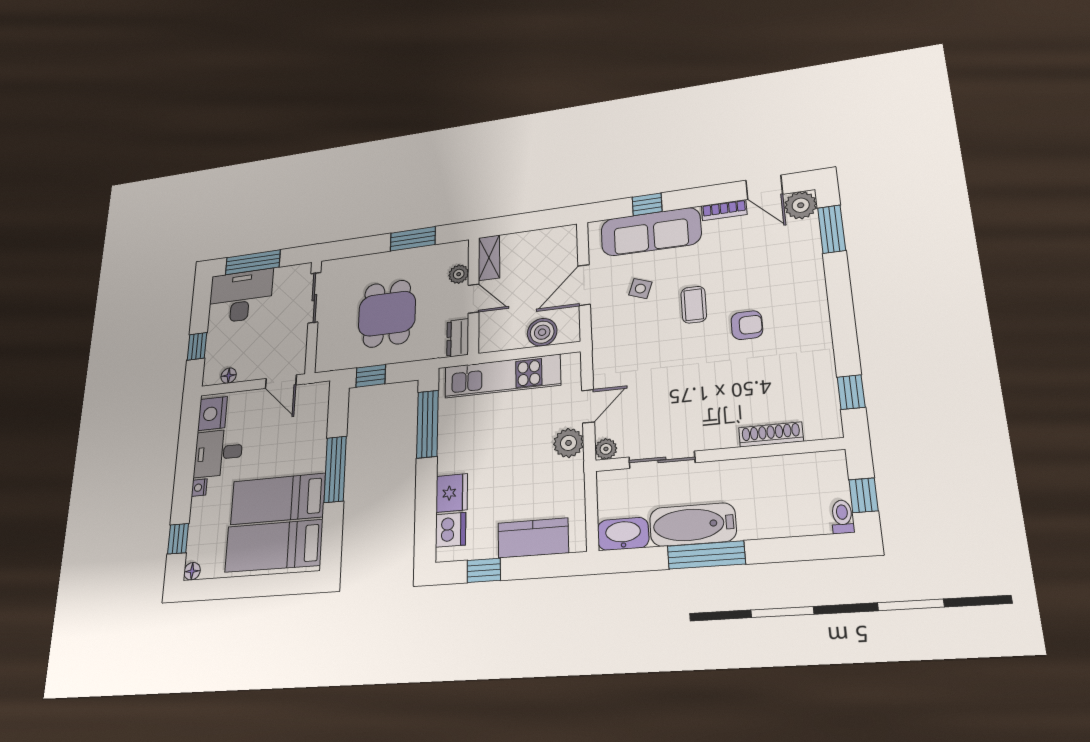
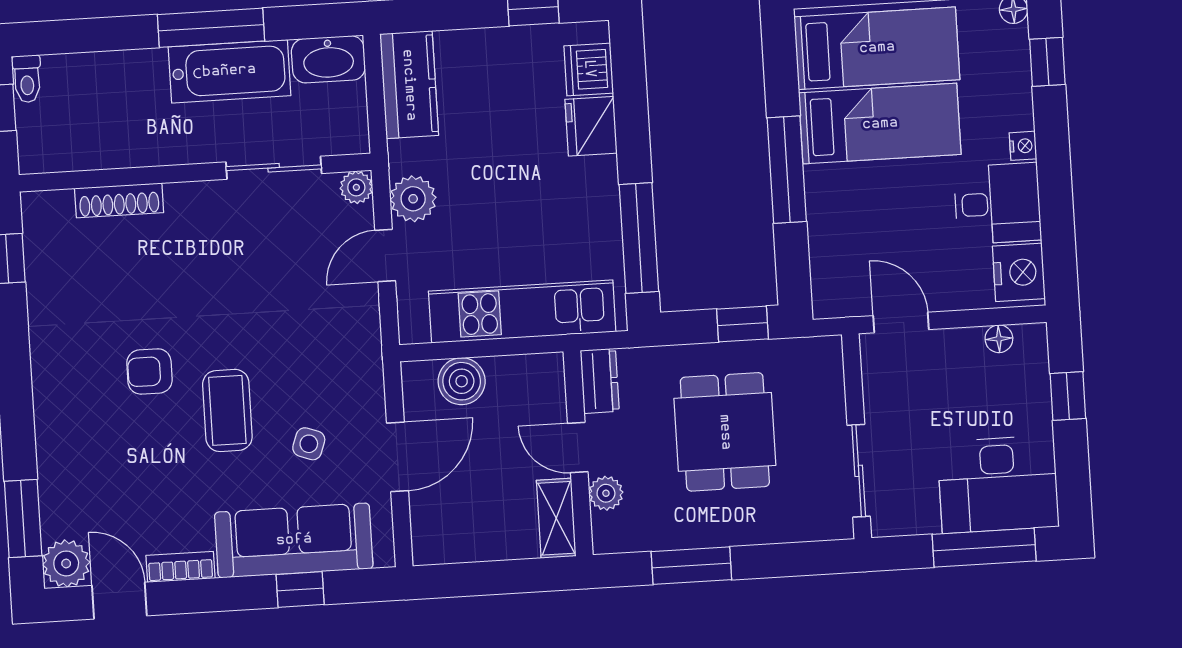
coffee table: (694, 305) -> (227, 410), width x1.36, depth x1.30
kitchen counter: (533, 538) -> (409, 85), moved, turned -90

